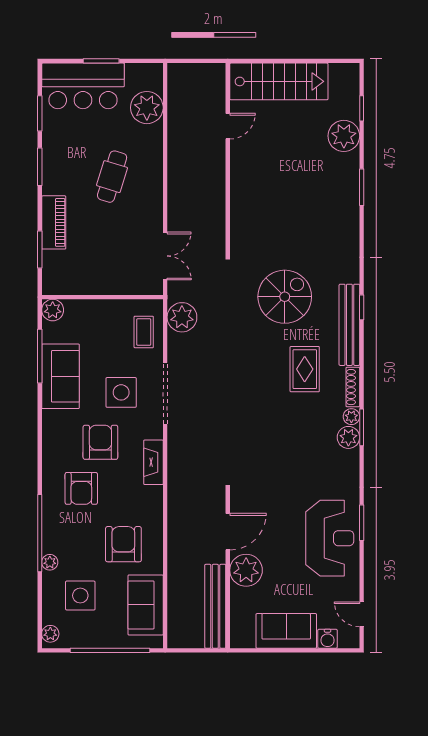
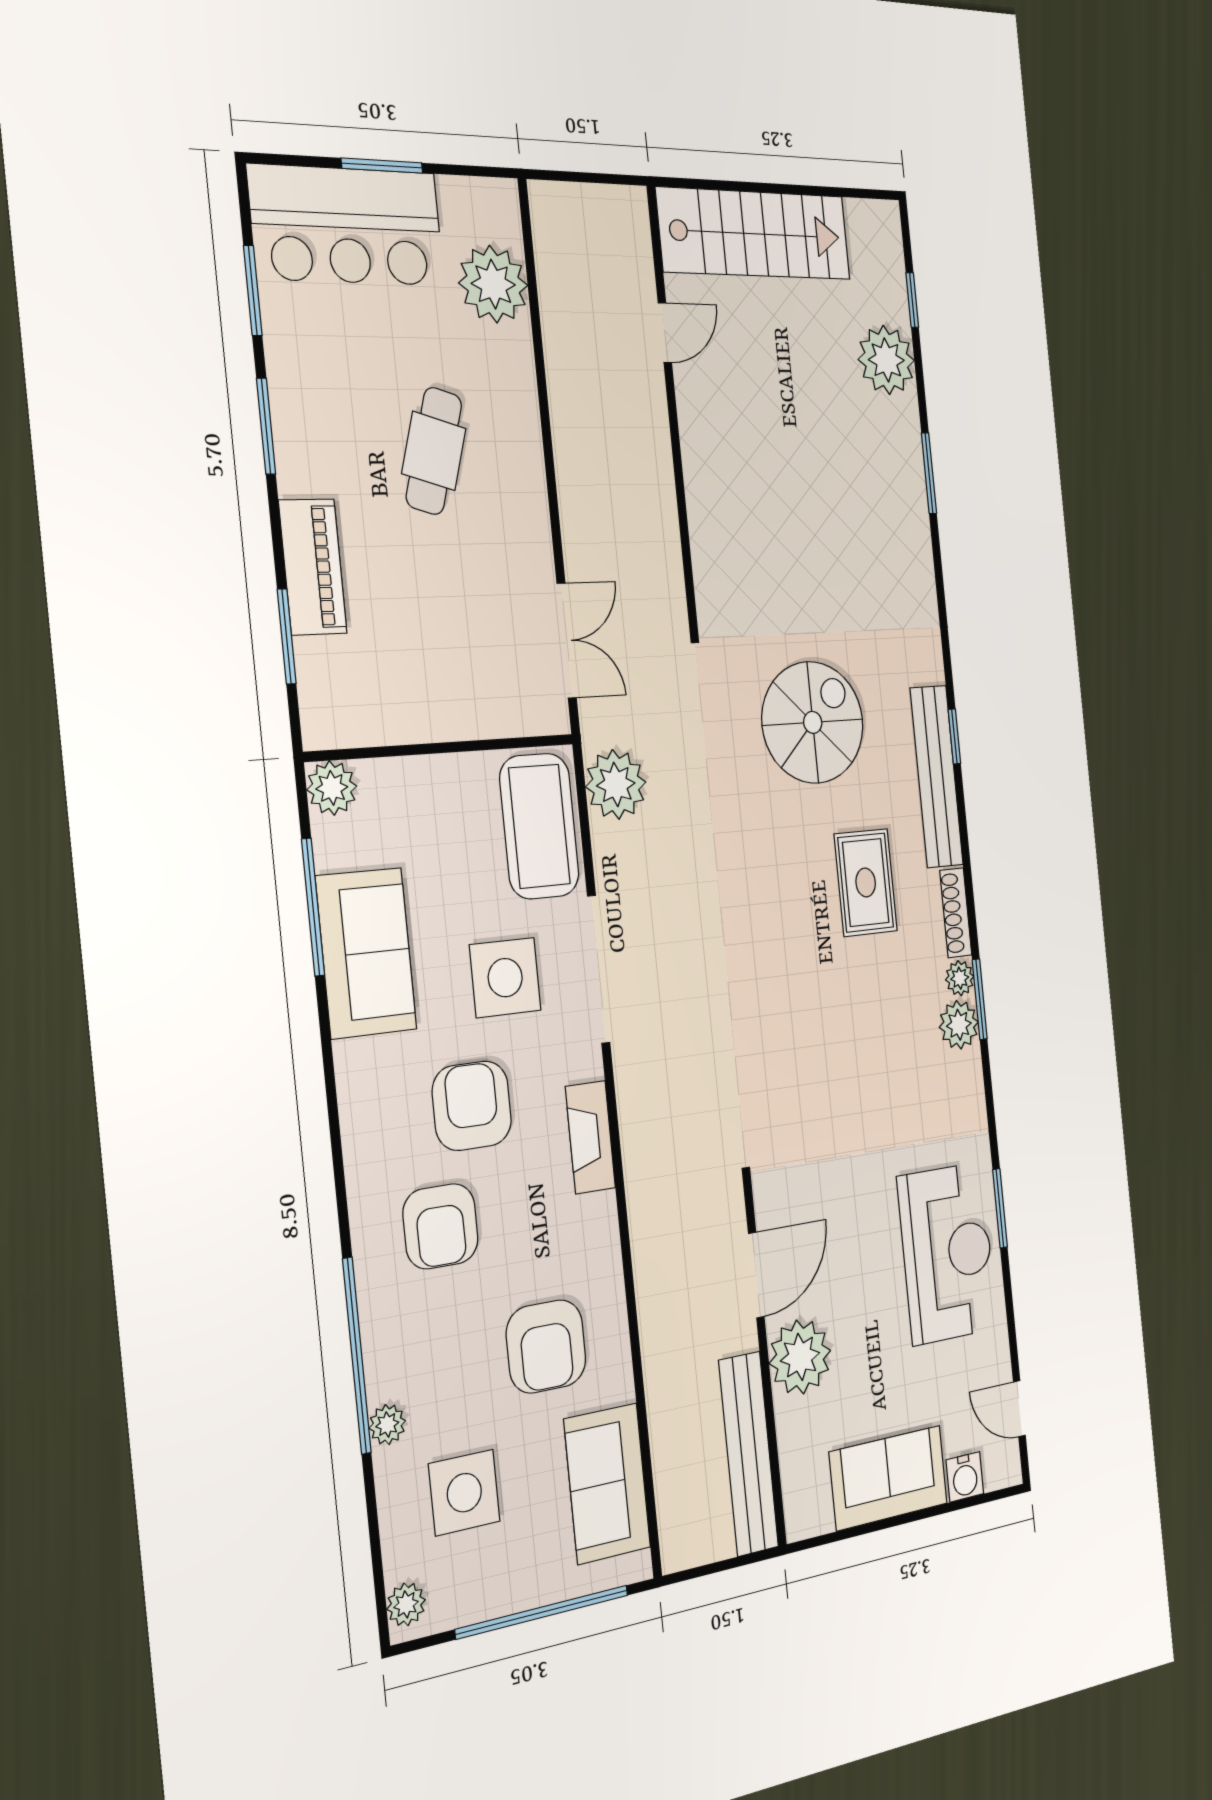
coffee table: (144, 332) -> (539, 826), width x1.86, depth x1.72
armchair: (123, 544) -> (546, 1346), turned 180

